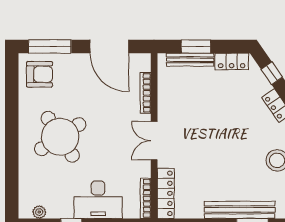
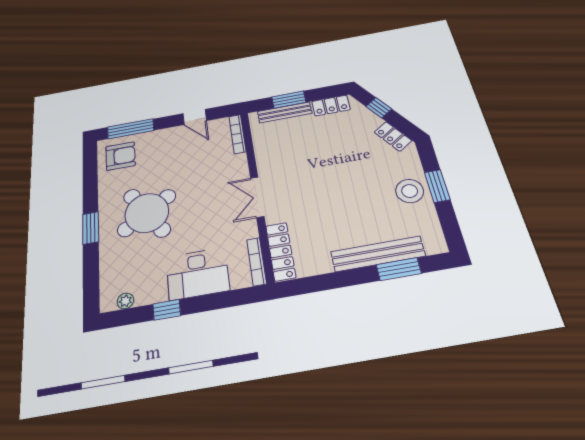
door: (109, 46) -> (195, 117), width x0.53
bookcase: (146, 93) -> (237, 134), moved
window: (12, 141) -> (91, 228), added

